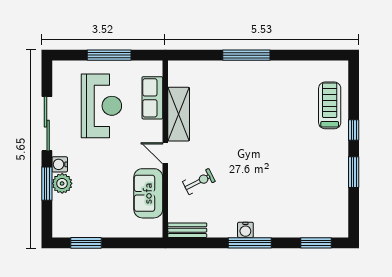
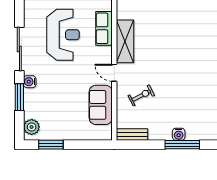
plant: (62, 183) -> (32, 127), moved

